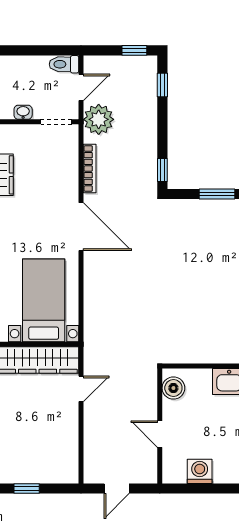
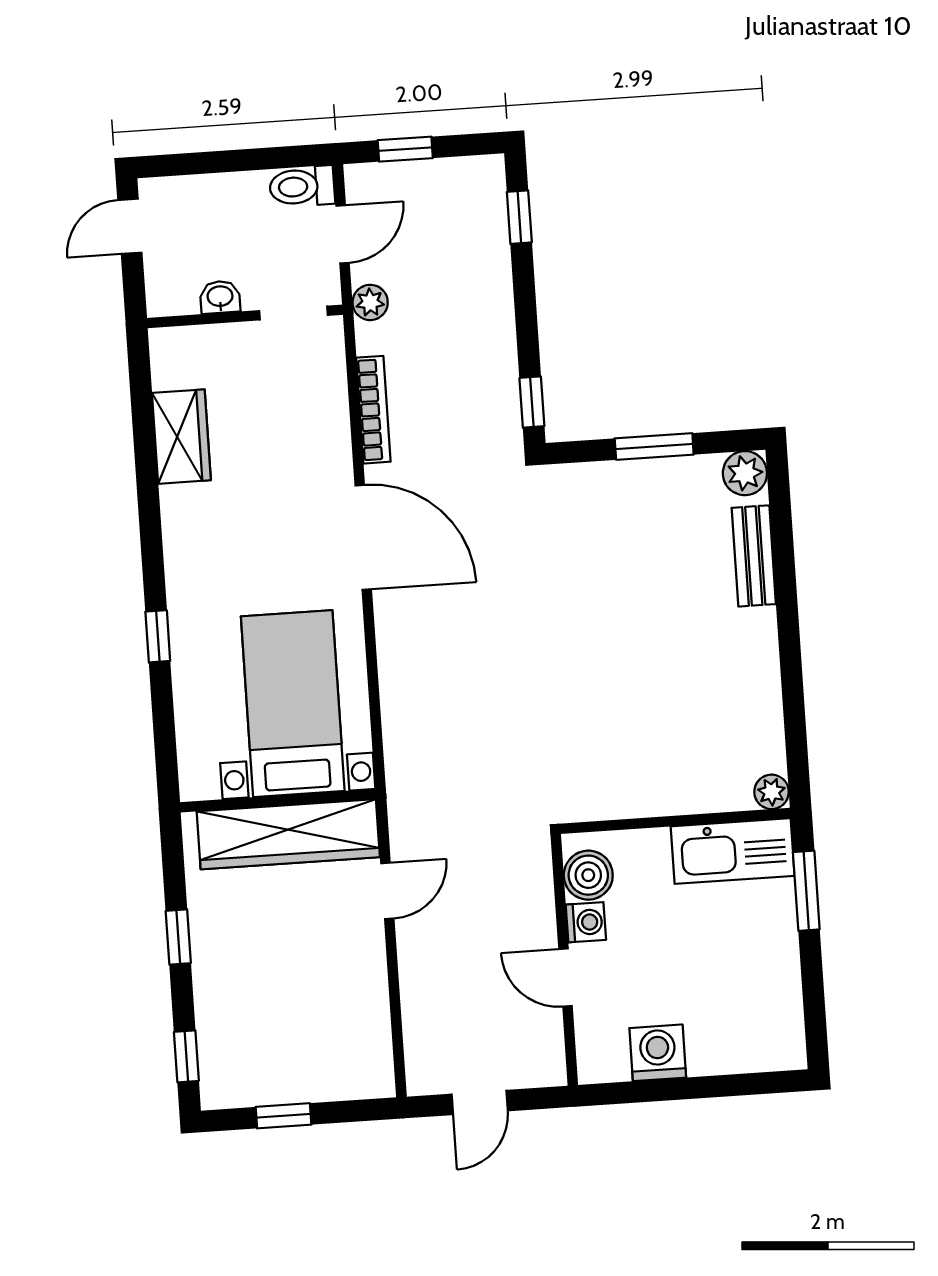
window: (134, 50) -> (405, 149), moved
plant: (99, 119) -> (370, 302), width x0.53, depth x0.53
washing machine: (171, 409) -> (586, 922), added

